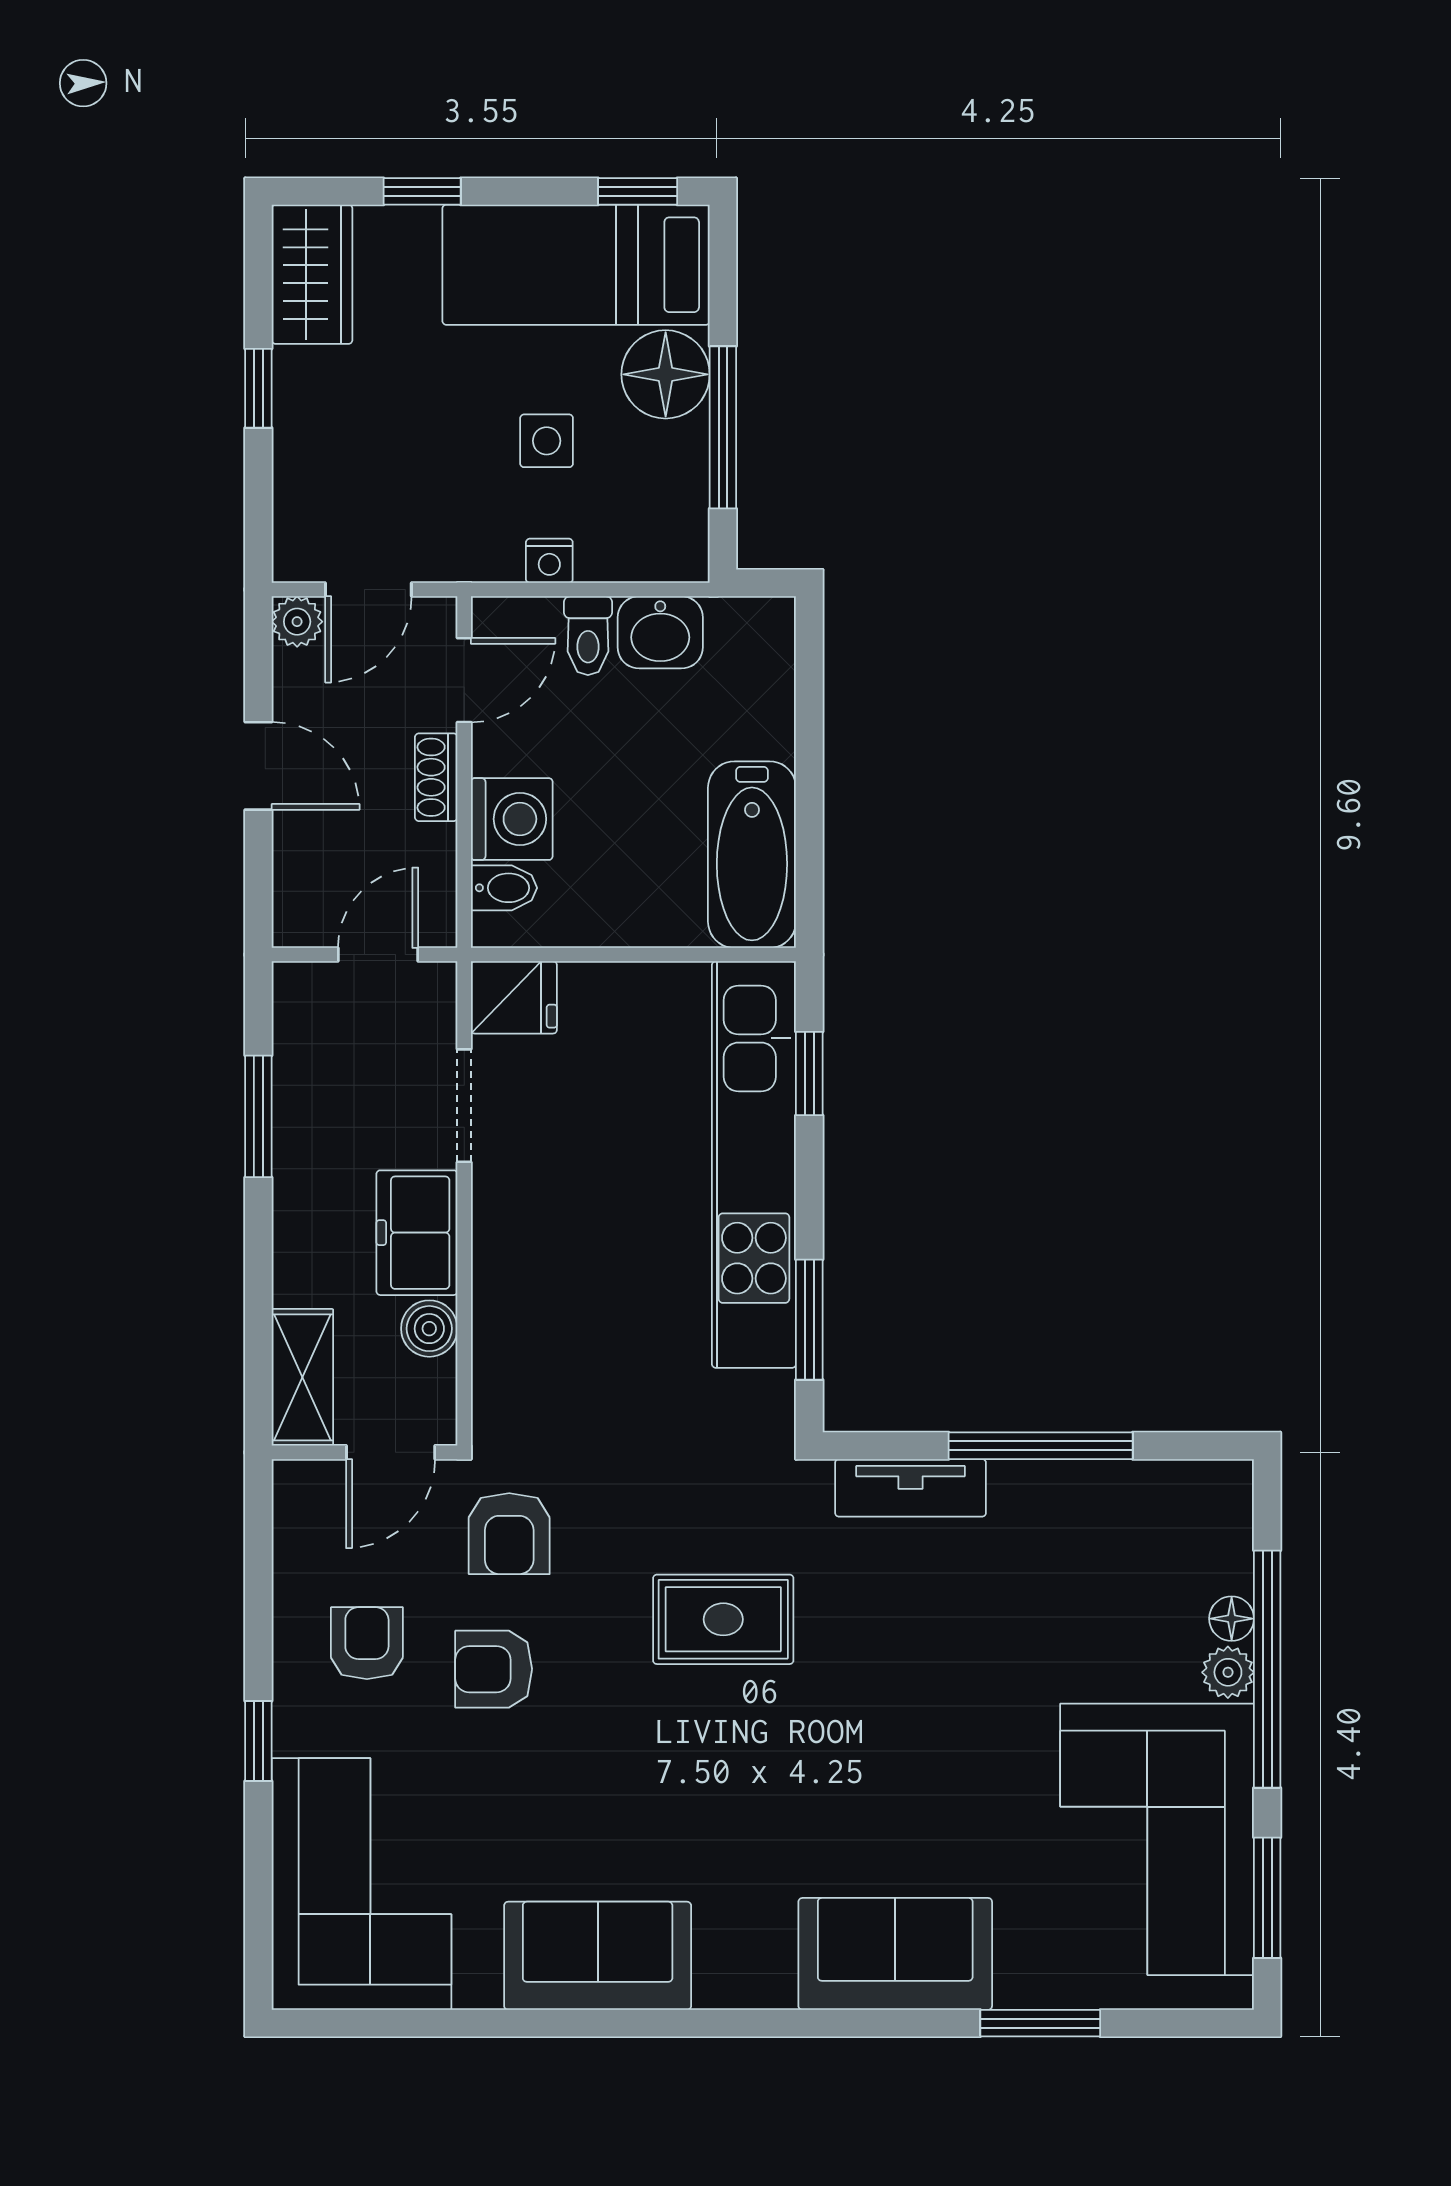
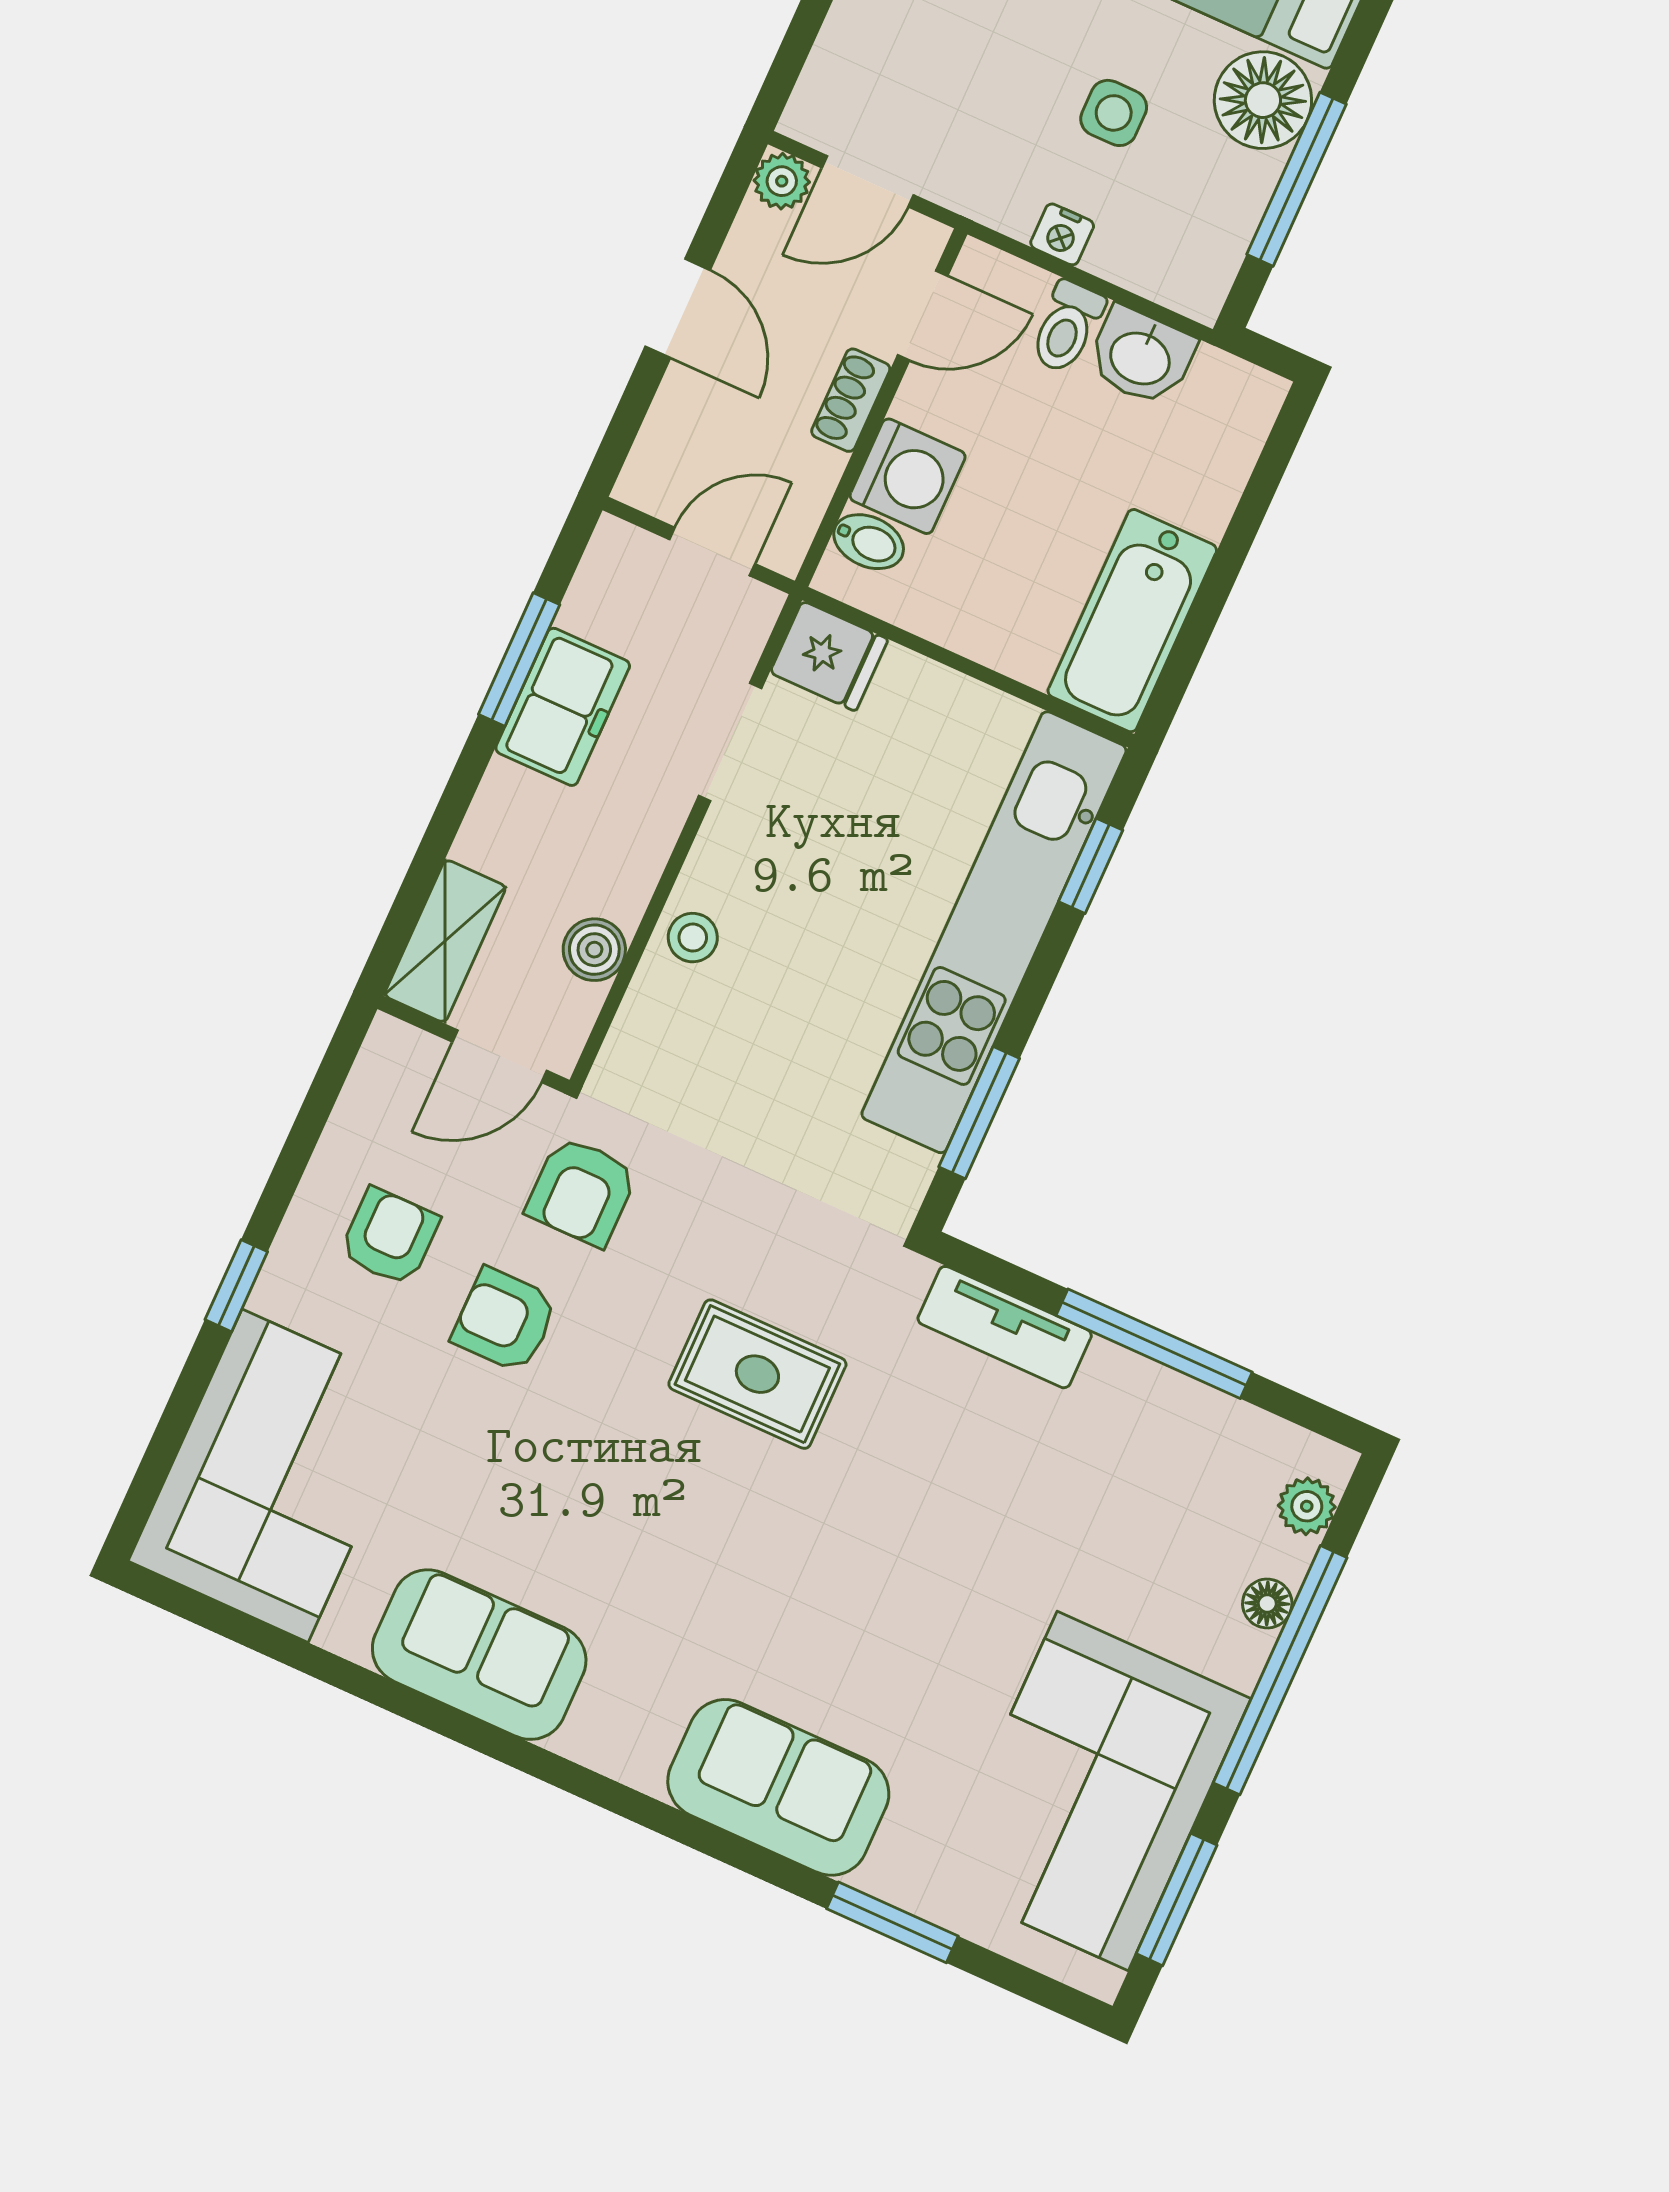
freezer: (417, 1233) -> (563, 707), moved, turned 180
stool: (506, 1282) -> (693, 938), added
plant: (1228, 1672) -> (1307, 1506), moved

